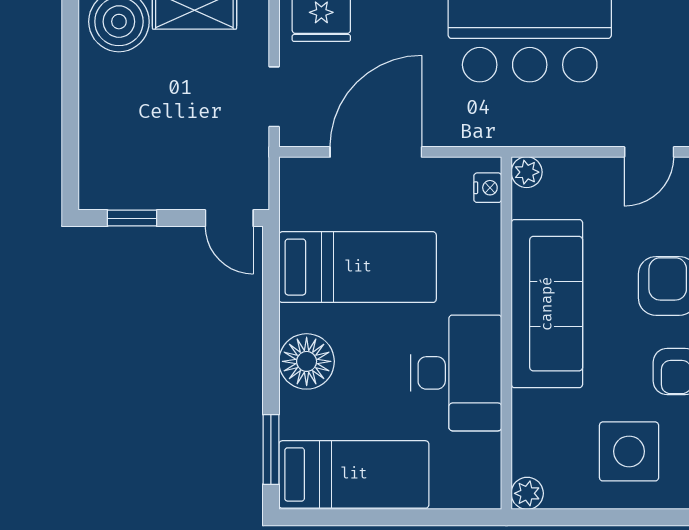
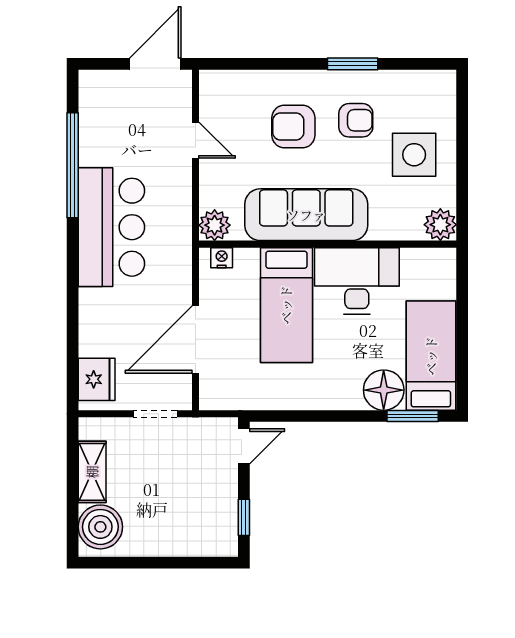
door: (376, 152) -> (196, 339), hinge flipped
plant: (527, 172) -> (215, 225), width x1.38, depth x1.38
bed: (358, 267) -> (286, 305), moved, turned 180
floor lamp: (307, 361) -> (384, 390), moved
plant: (527, 493) -> (440, 225), width x1.38, depth x1.38

